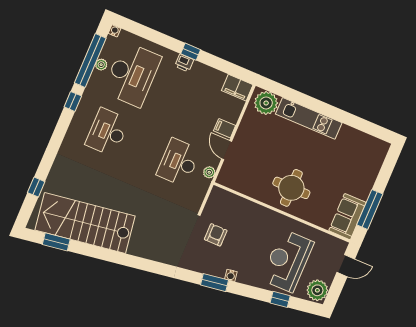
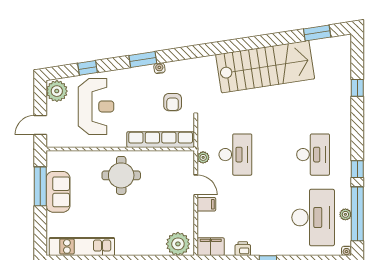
printer: (184, 63) -> (243, 249), moved
desk: (132, 74) -> (313, 217), turned 180
kitchen unit: (309, 118) -> (82, 246), moved
window: (36, 187) -> (357, 88), moved
row of seats: (241, 205) -> (161, 140), added
sofa: (347, 217) -> (58, 192), moved
stairs: (85, 223) -> (265, 67), moved
water cooler: (231, 275) -> (159, 68), moved
window: (214, 283) -> (143, 59), moved

